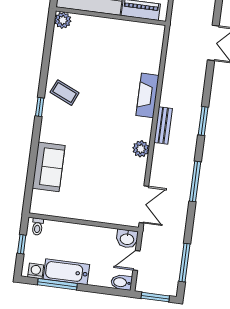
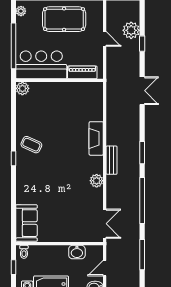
sofa: (49, 167) -> (27, 223), moved
window: (195, 181) -> (142, 200), width x1.46
washbasin: (127, 239) -> (77, 252), moved
window: (184, 263) -> (142, 255), moved

